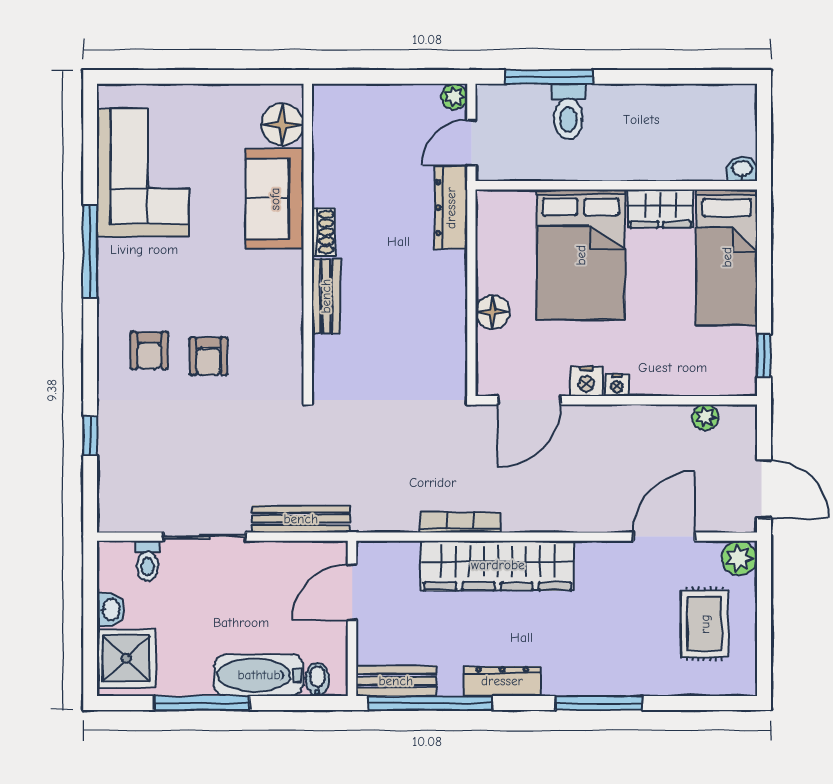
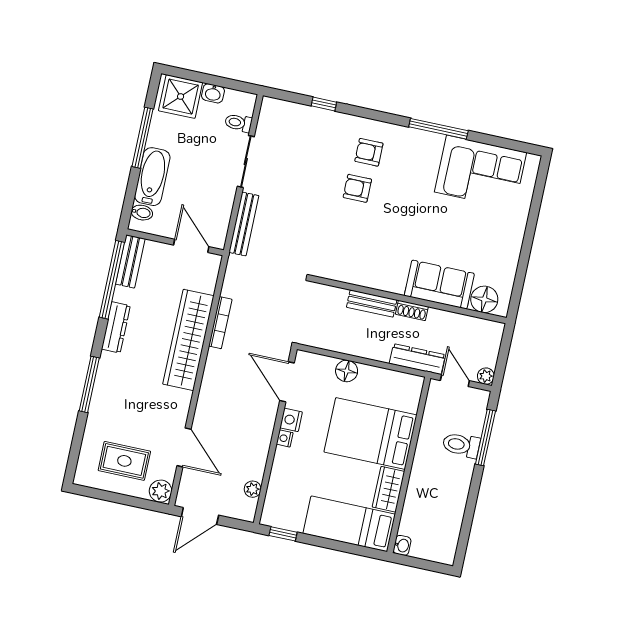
floor lamp: (282, 124) -> (484, 299), moved
sofa: (275, 199) -> (439, 285), moved
shoe rack: (323, 232) -> (412, 310), moved
wall: (308, 240) -> (409, 300), moved
bench: (326, 296) -> (372, 303), moved

